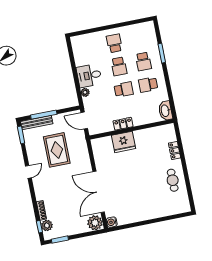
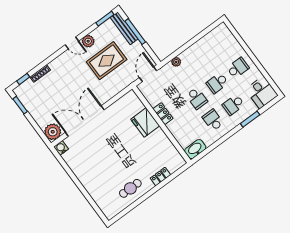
desk: (89, 76) -> (262, 92), moved, turned 180
plant: (47, 225) -> (88, 41), moved

